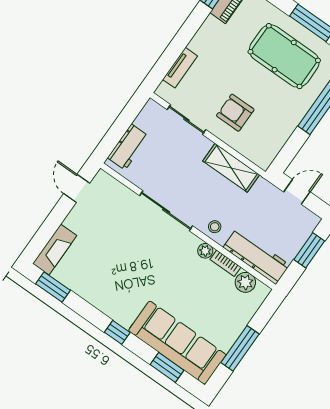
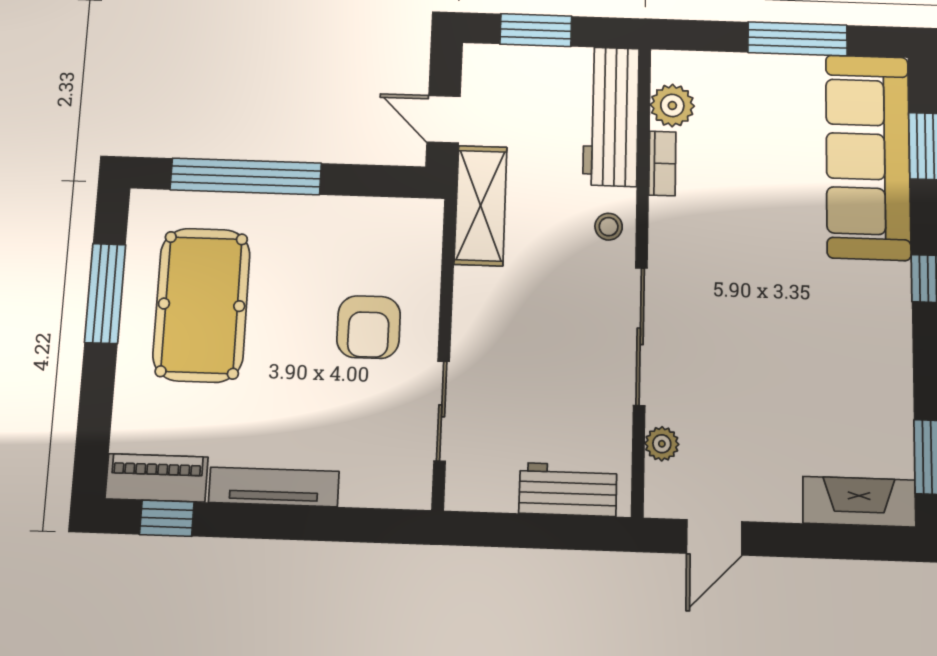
tv unit: (180, 68) -> (274, 487), moved, width x1.41
shelving: (231, 168) -> (481, 206), moved
plant: (205, 251) -> (662, 444), moved

